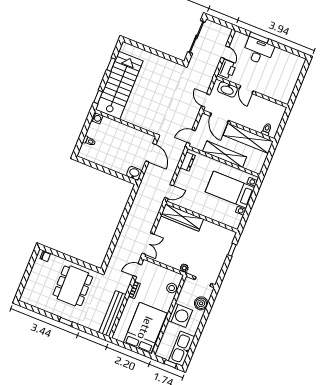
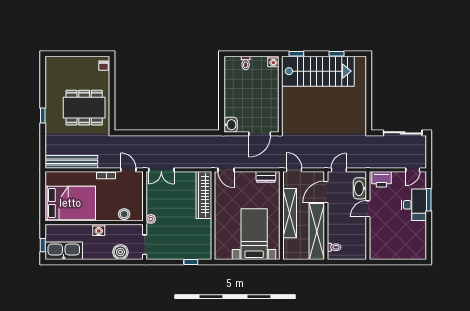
door: (225, 52) -> (413, 170), moved
washing machine: (180, 315) -> (99, 230), width x0.53, depth x0.53

